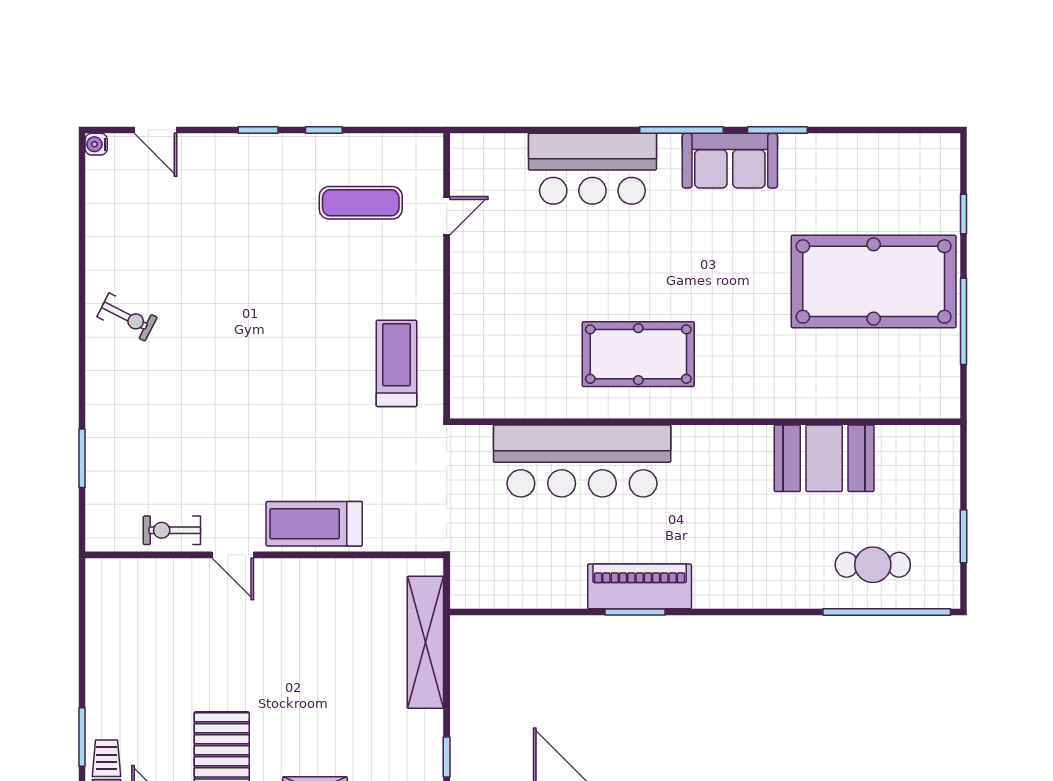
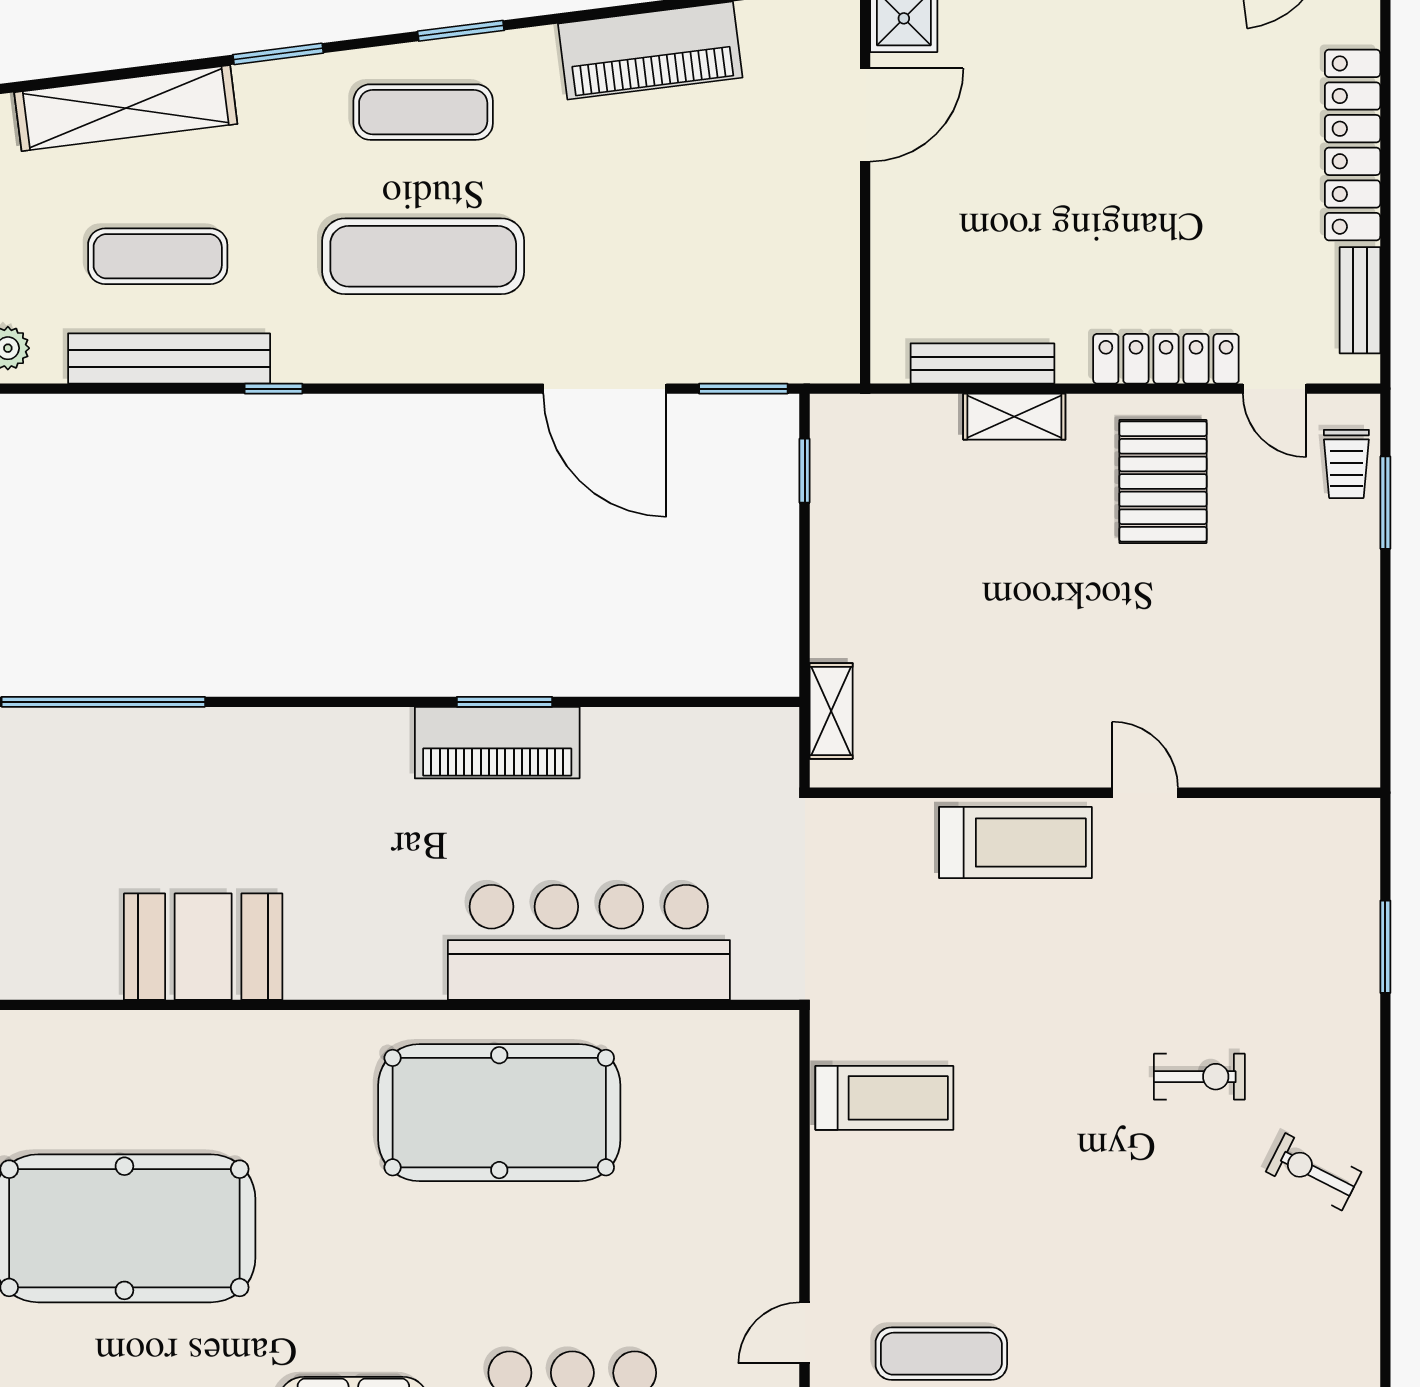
pool table: (638, 354) -> (499, 1113), width x1.36, depth x1.32
treadmill: (397, 363) -> (884, 1098), turned -90
exercise bike: (172, 530) -> (1199, 1077), moved
cafe table: (873, 565) -> (126, 777), removed
shelving: (425, 642) -> (831, 711), width x0.45, depth x0.75

